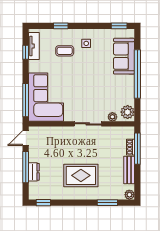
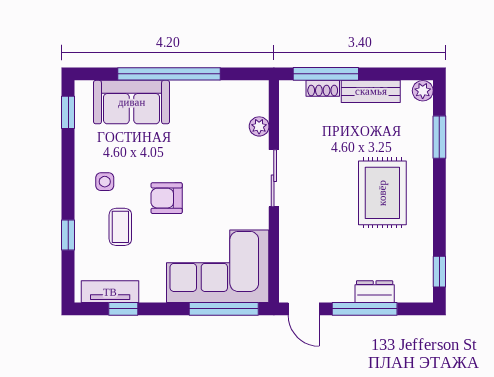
armchair: (78, 73) -> (167, 198), added
plant: (128, 112) -> (249, 95), removed

